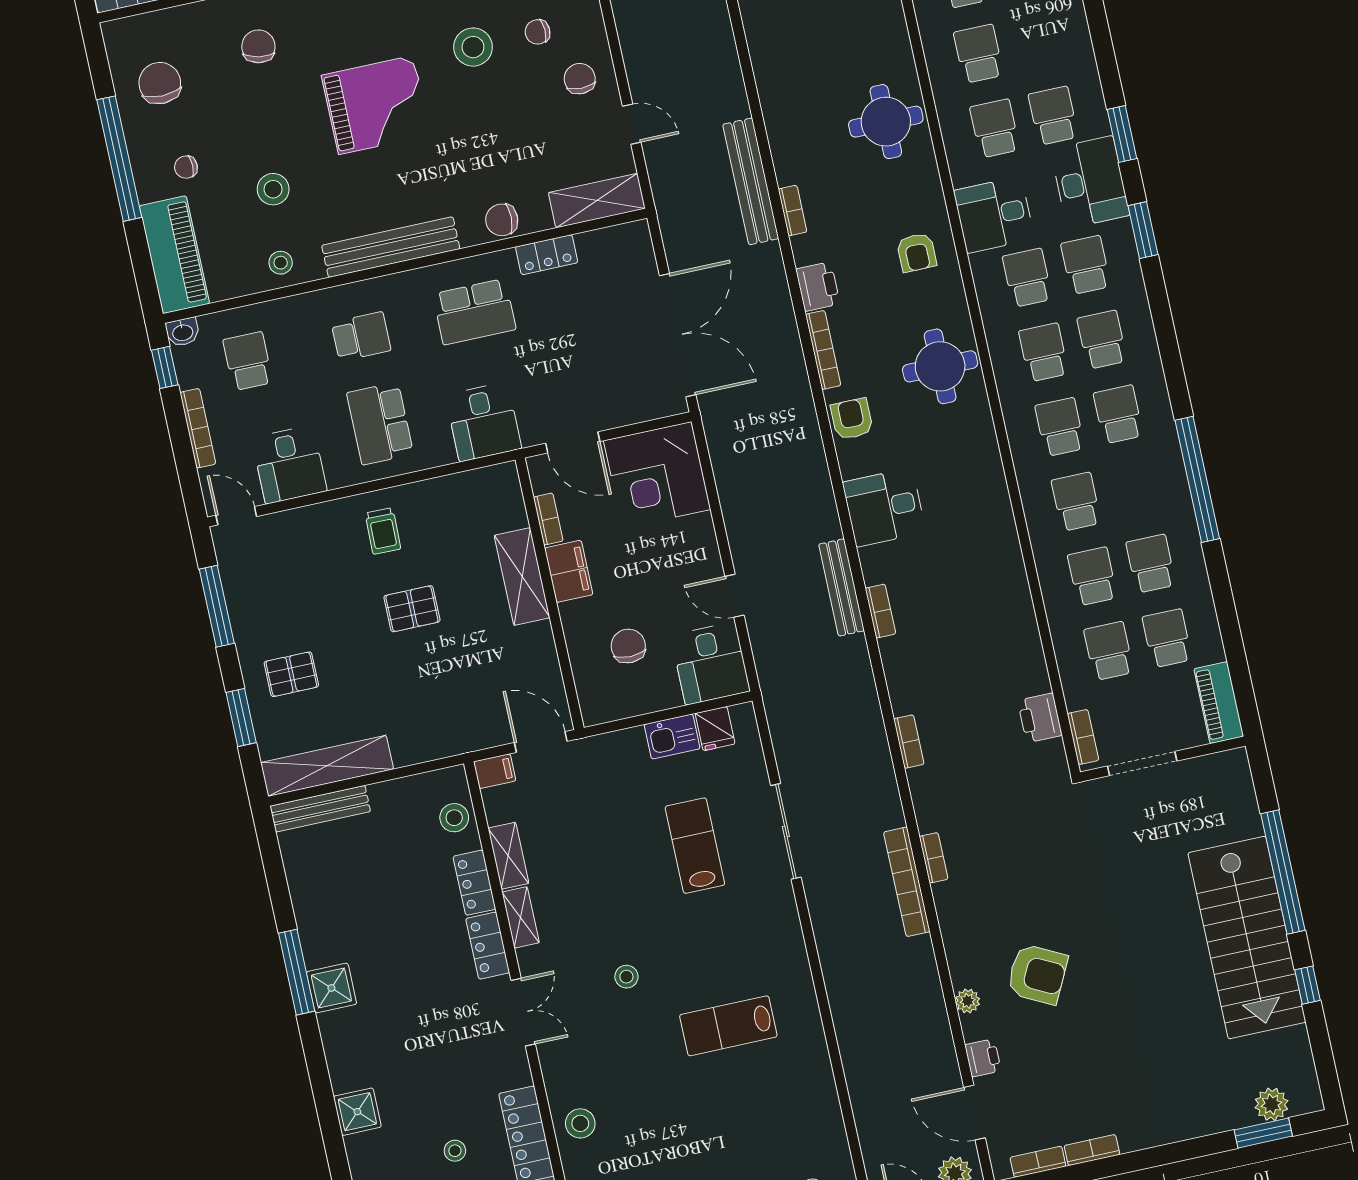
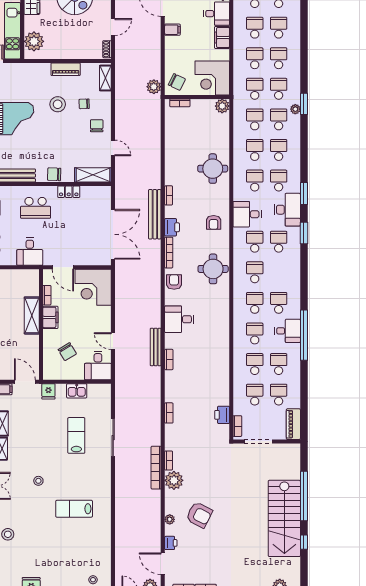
bench: (751, 181) -> (155, 214), moved
school desk: (1102, 340) -> (279, 150), moved
desk: (1155, 478) -> (288, 331), added
chair: (628, 646) -> (67, 352), turned 149
fridge: (715, 729) -> (48, 391), moved
plant: (957, 903) -> (174, 480), added

